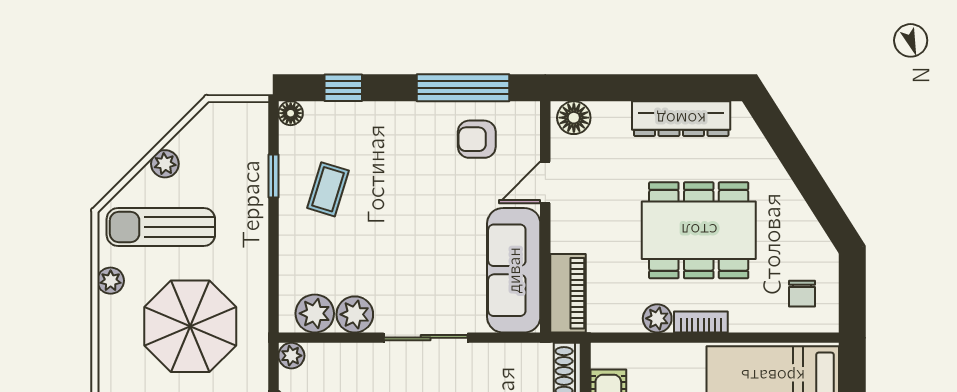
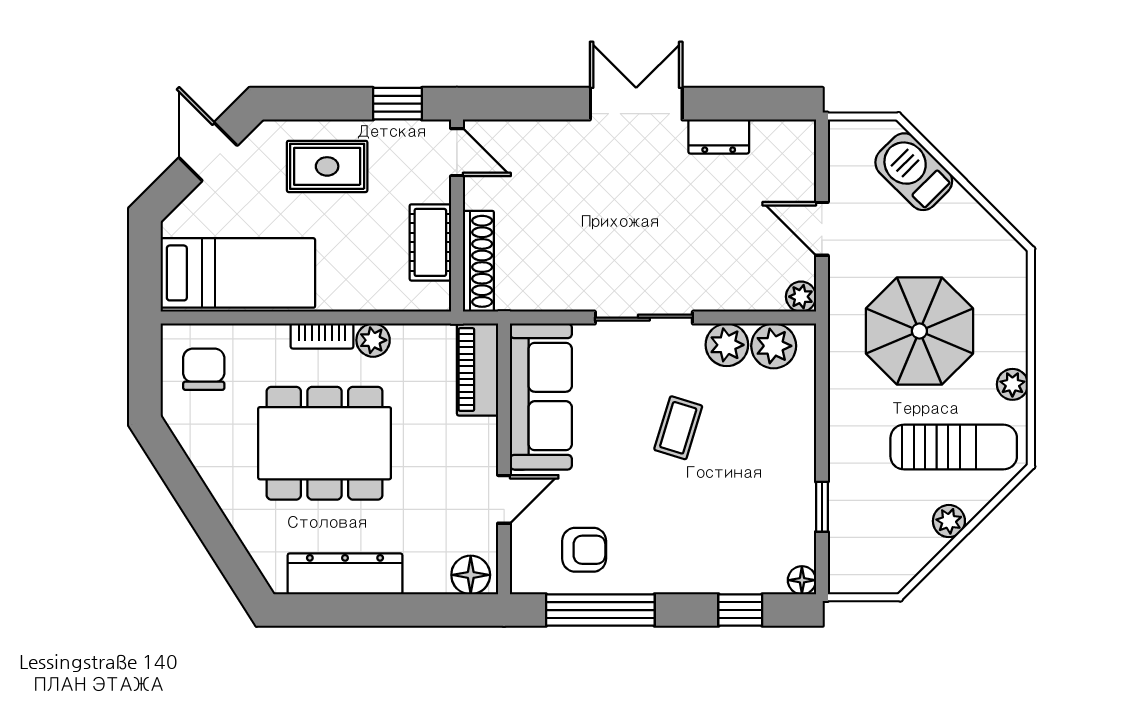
coffee table: (328, 189) -> (678, 428), moved
chair: (802, 294) -> (204, 369), width x1.37, depth x1.37

